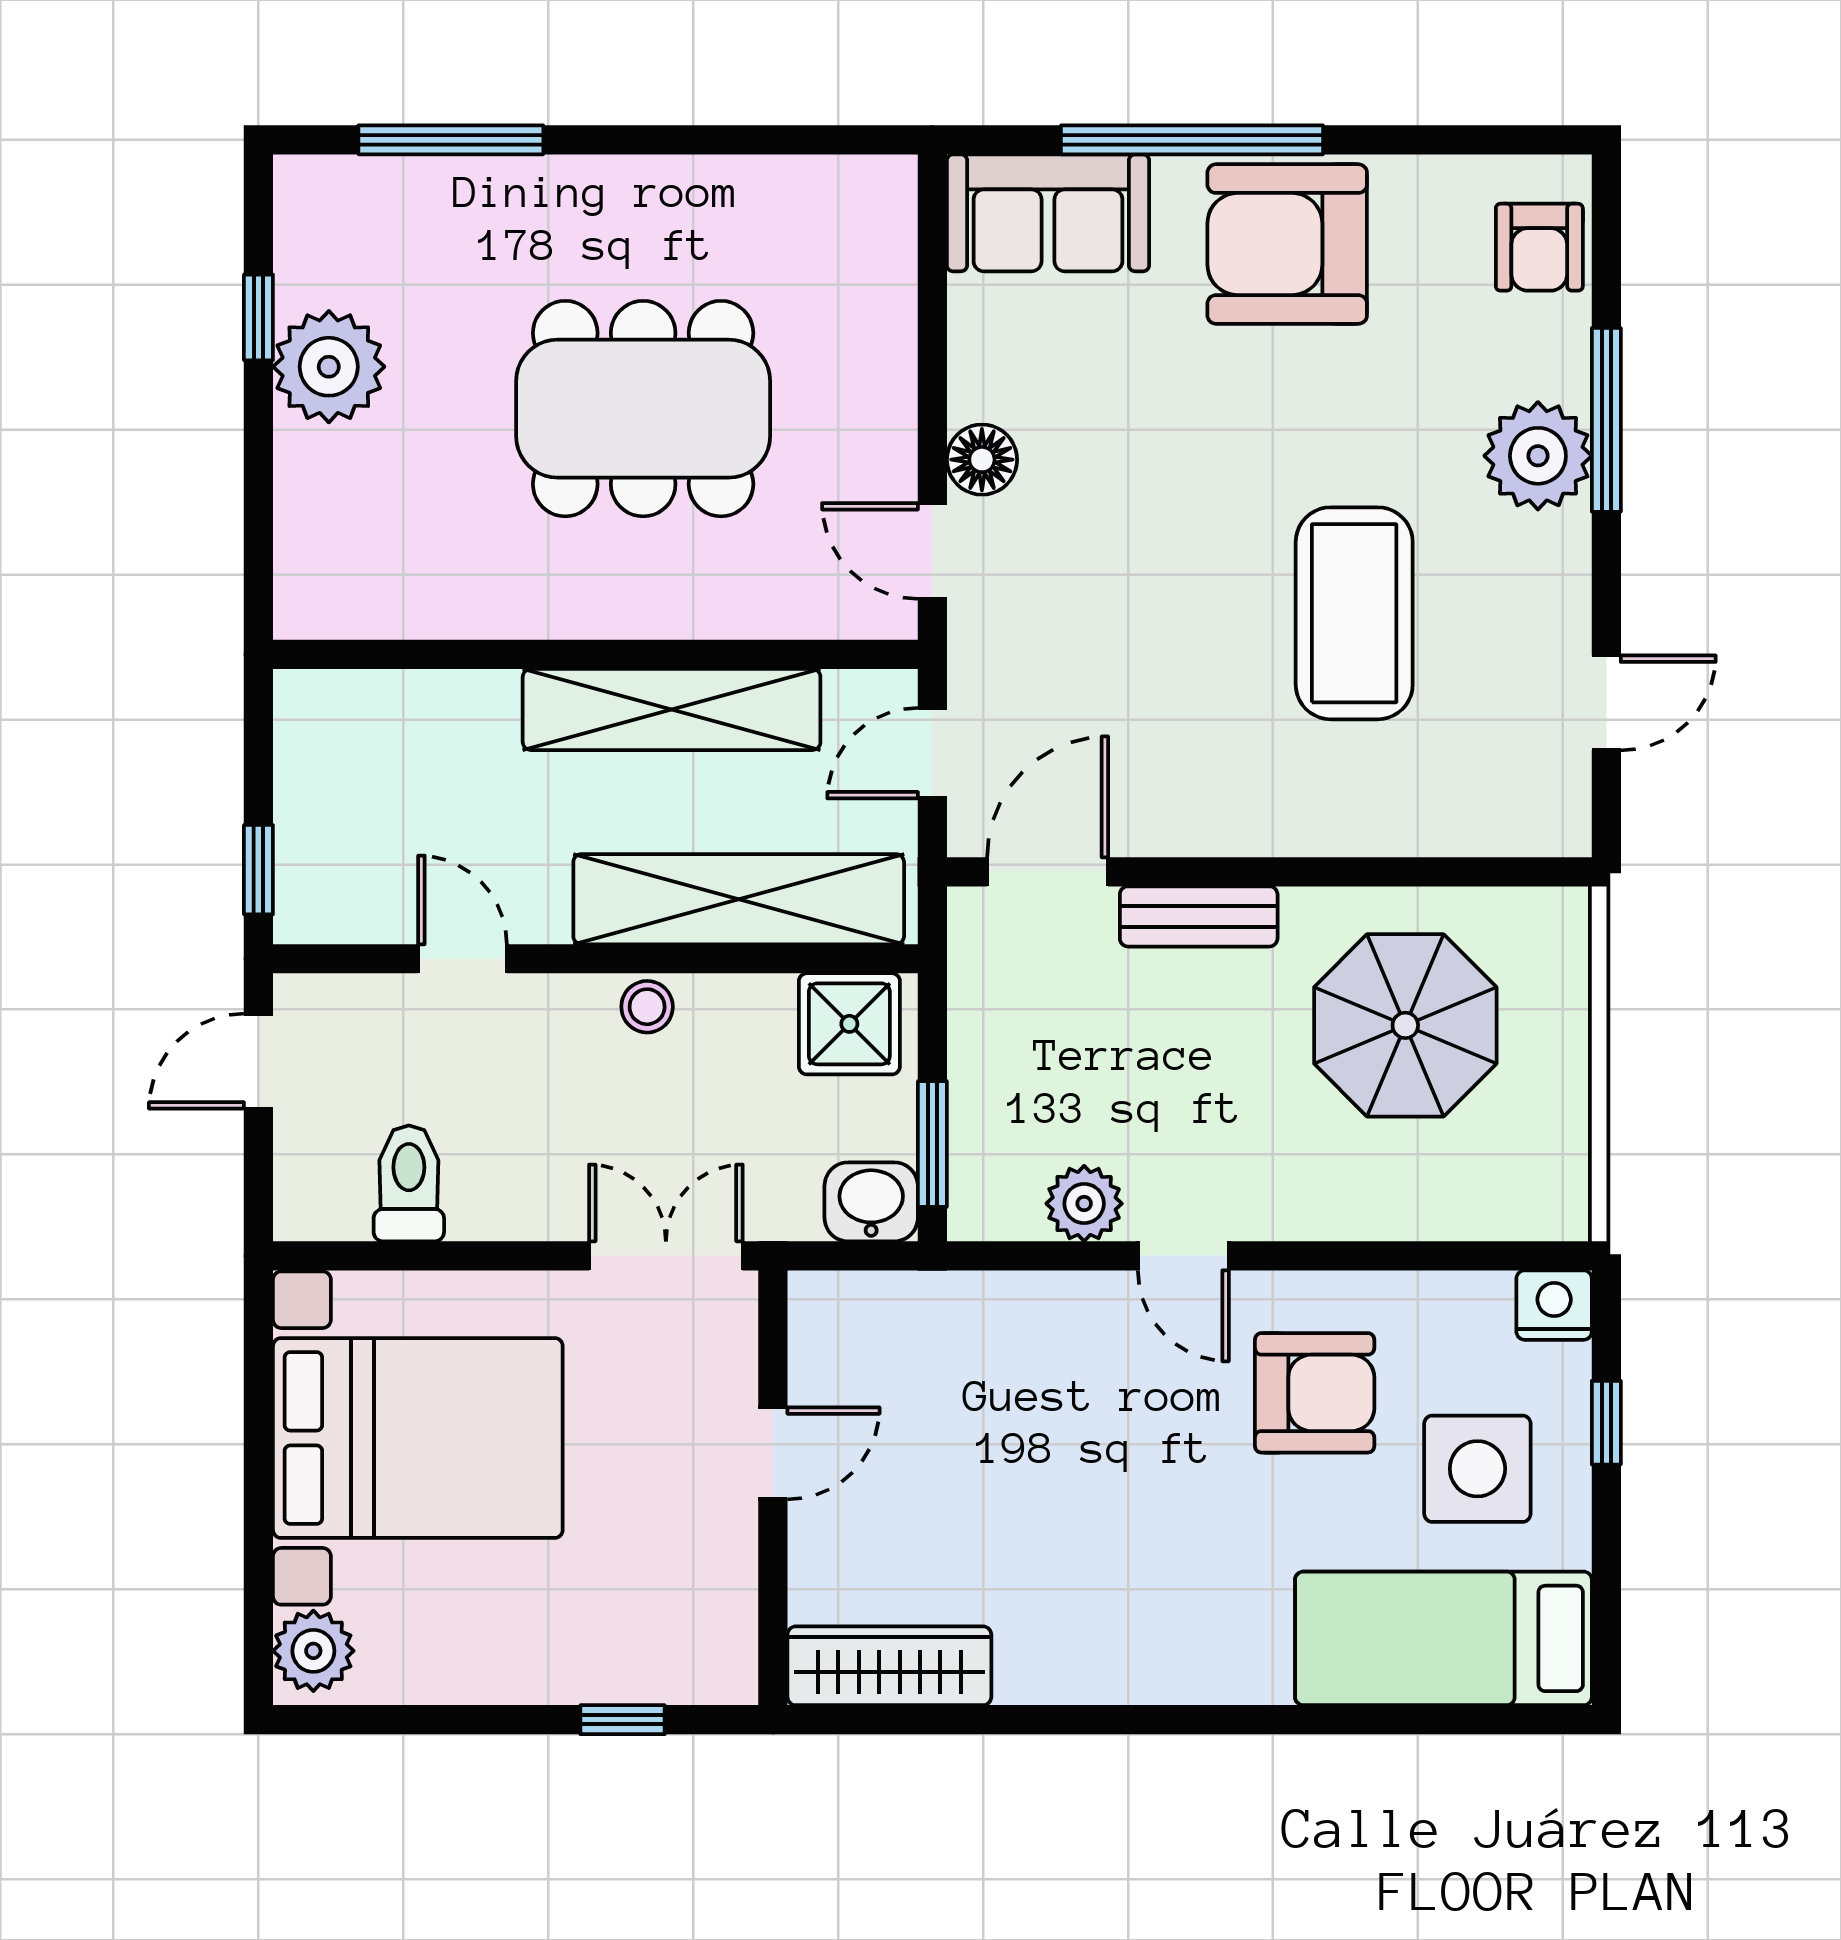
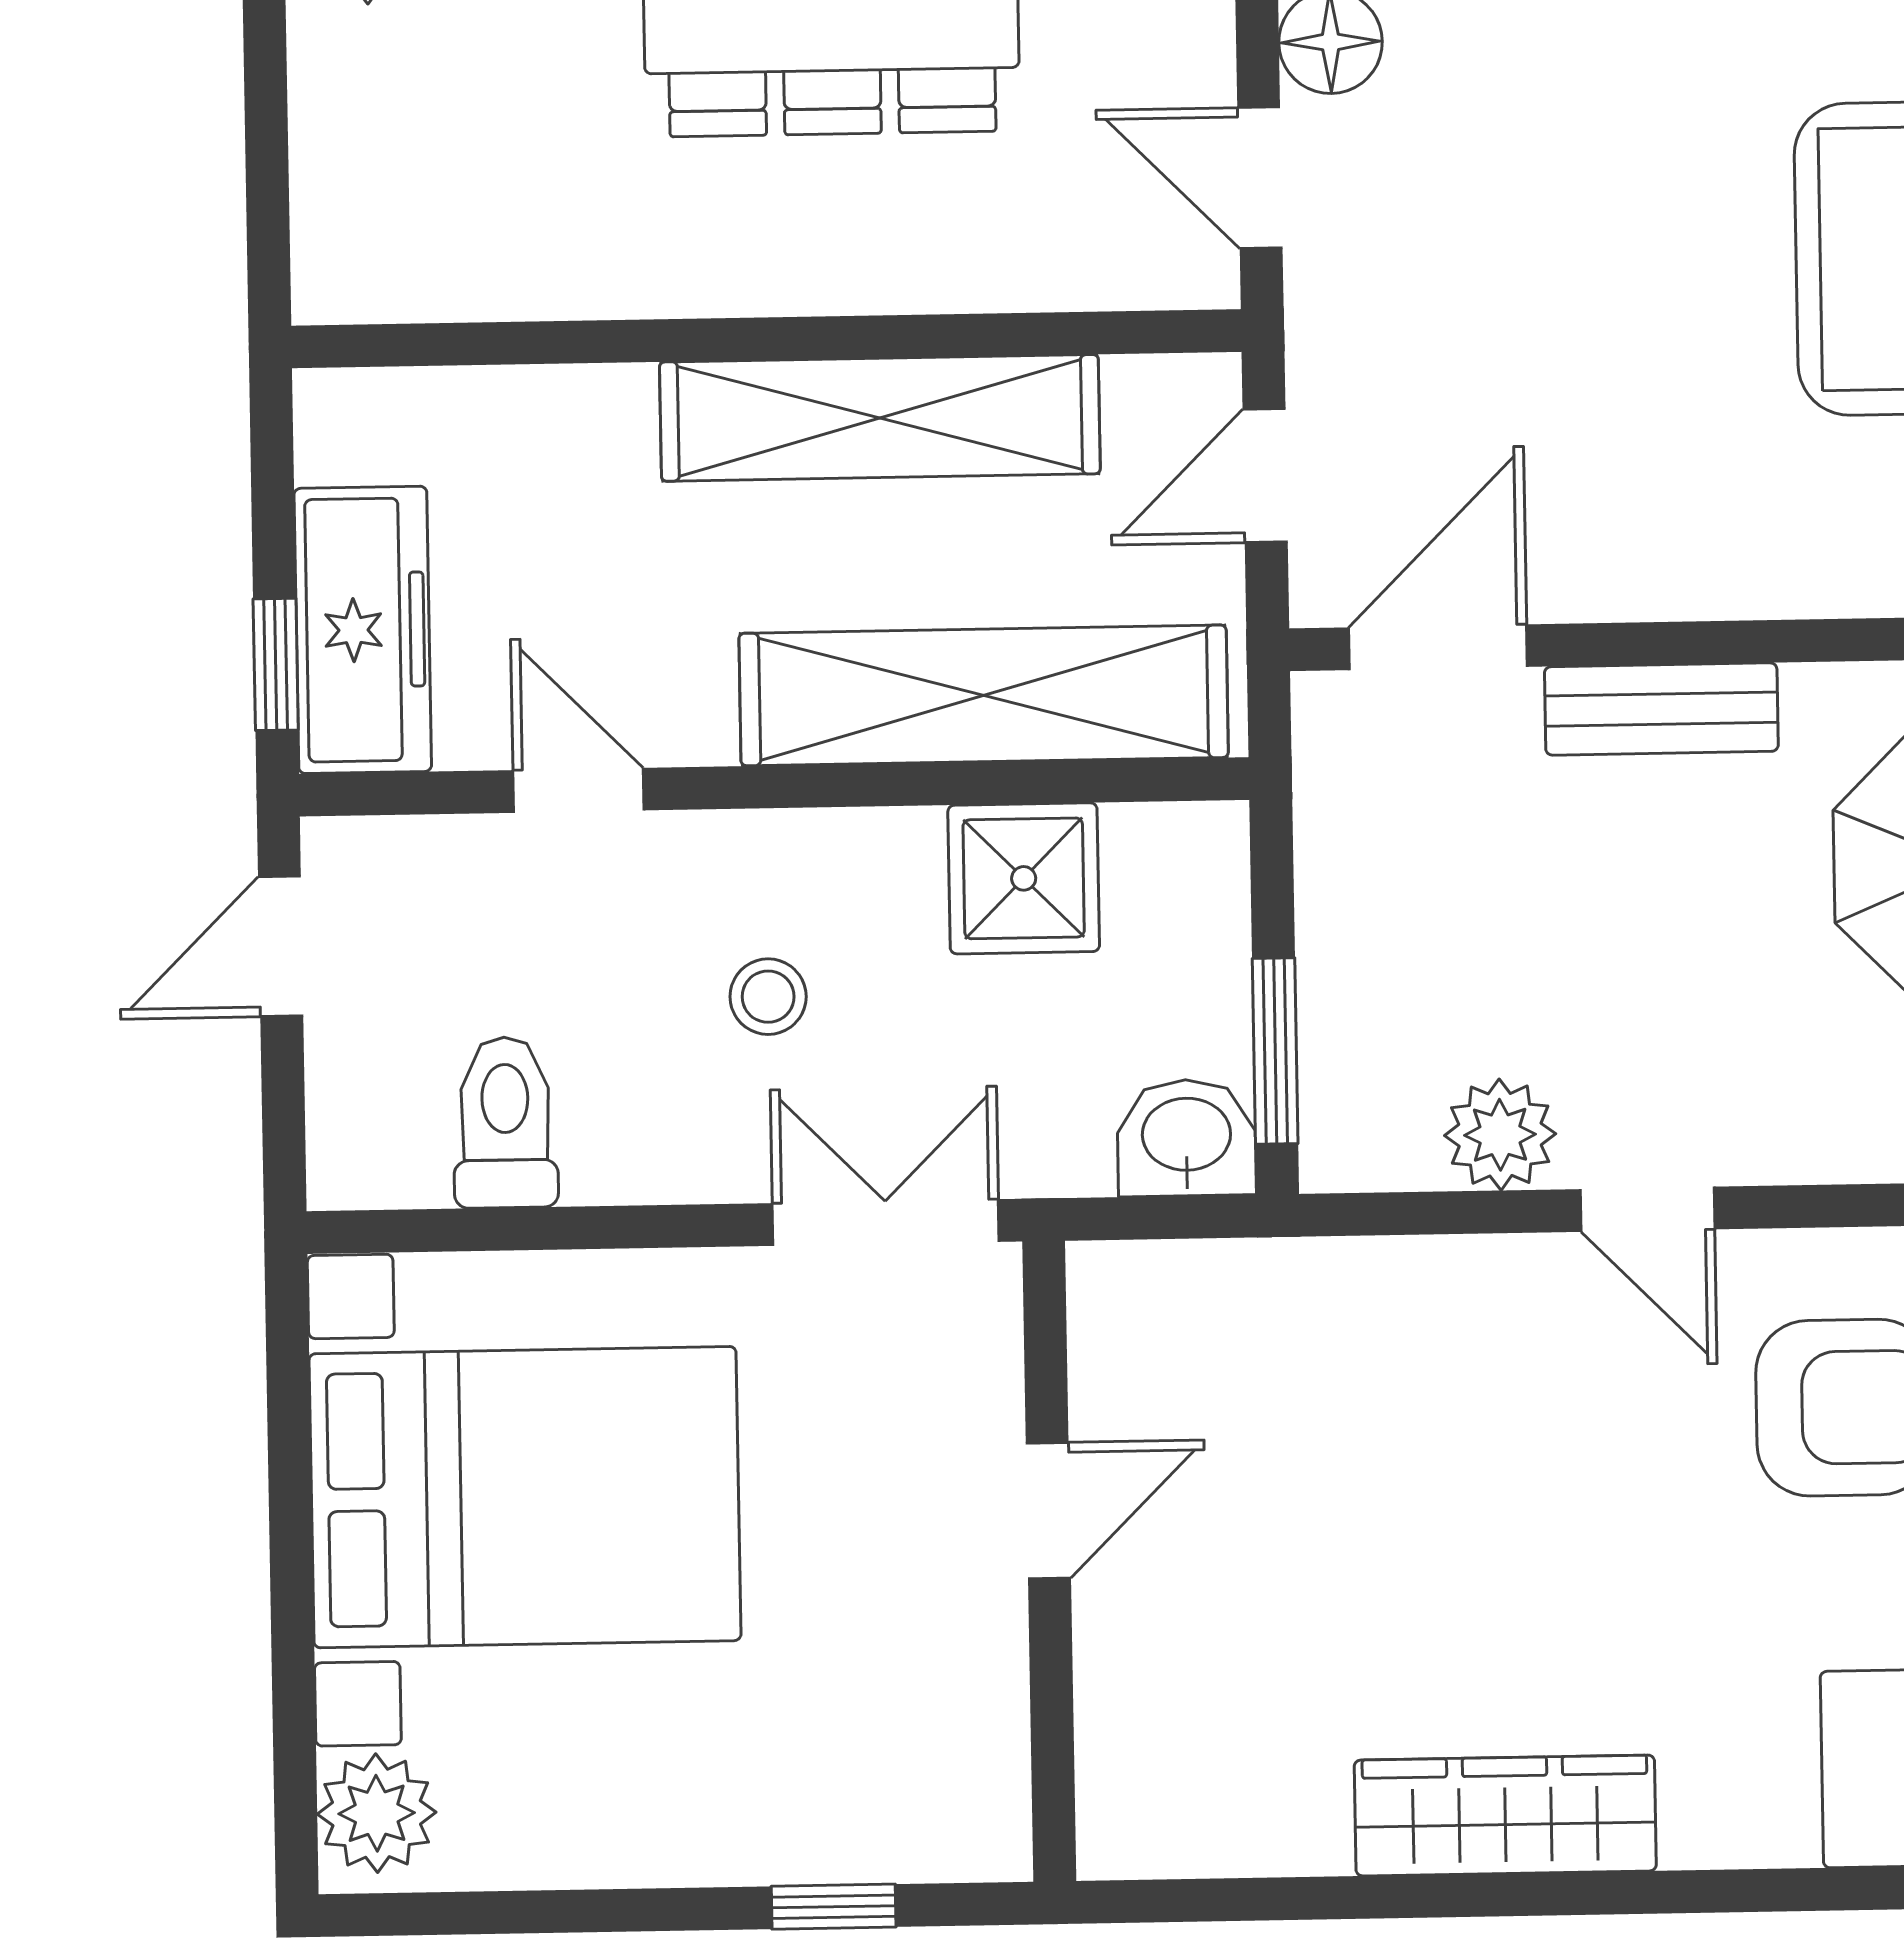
freezer: (318, 847) -> (363, 630), added
stool: (647, 1007) -> (768, 997), moved
shower: (849, 1024) -> (1024, 878), moved
wardrobe: (889, 1666) -> (1505, 1815), moved

